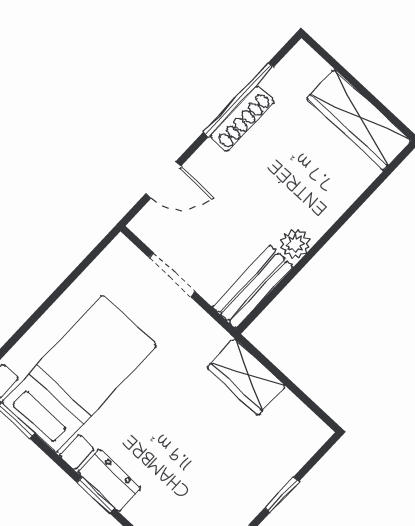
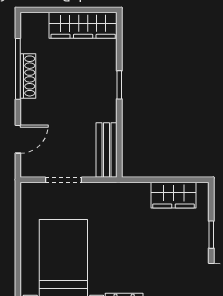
window: (337, 226) -> (119, 85), added
plant: (295, 244) -> (107, 111), removed
wardrobe: (246, 377) -> (174, 195), moved

